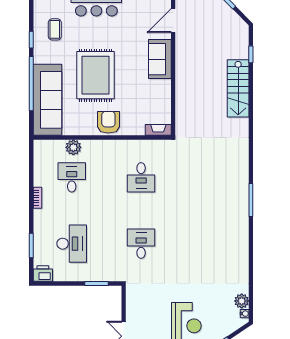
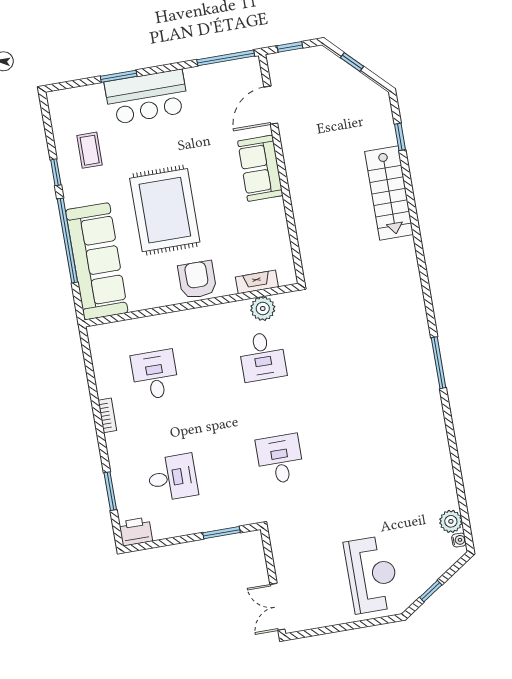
fireplace: (158, 130) -> (257, 282), moved
plant: (73, 147) -> (263, 308), moved
desk: (72, 244) -> (172, 478), width x0.73

